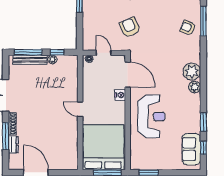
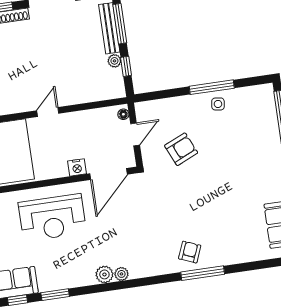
armchair: (130, 27) -> (181, 149), moved
plant: (192, 72) -> (121, 274), width x0.53, depth x0.53

